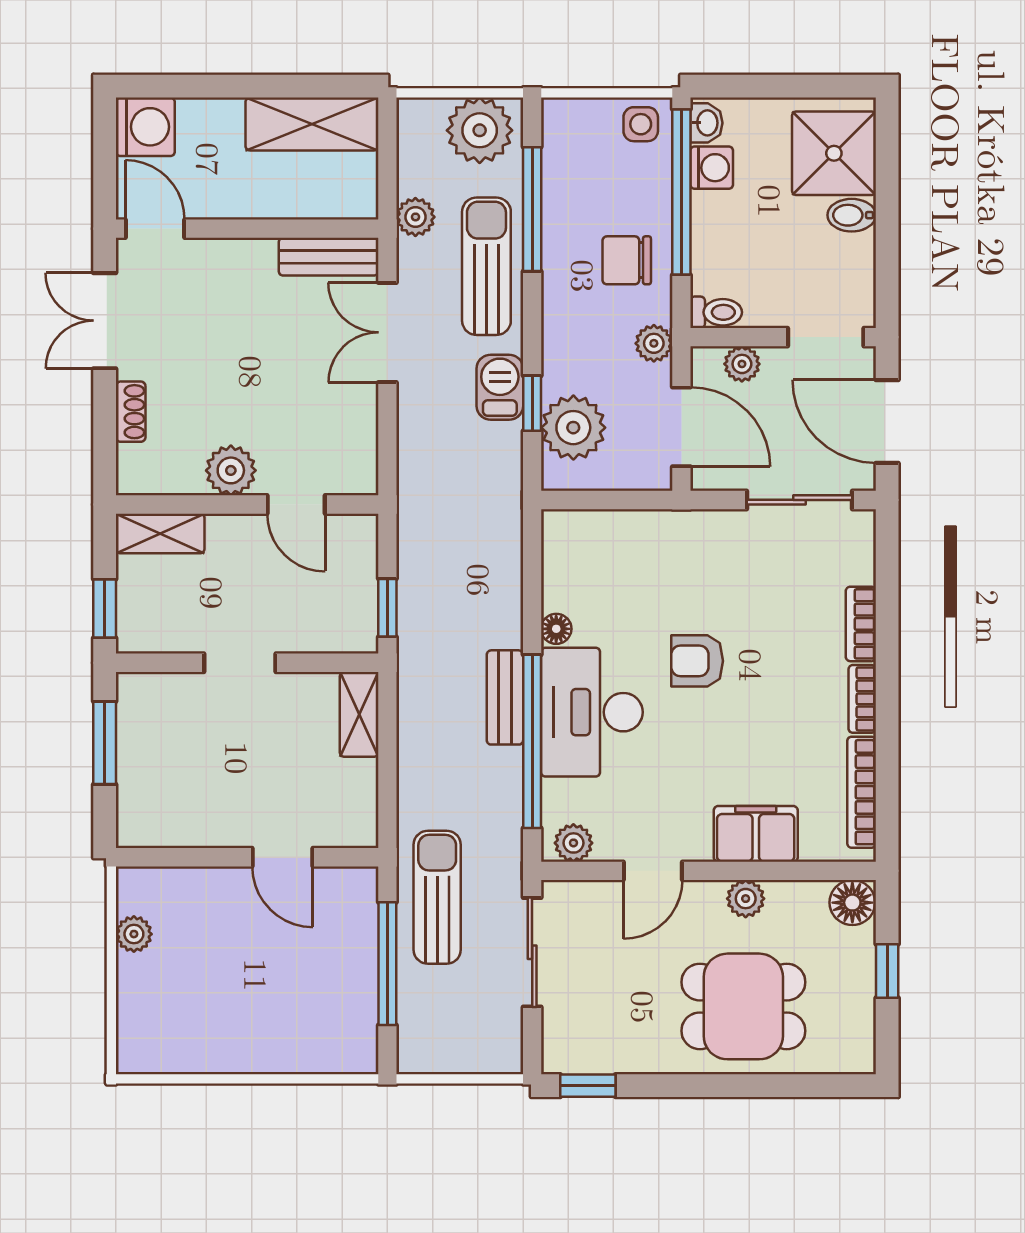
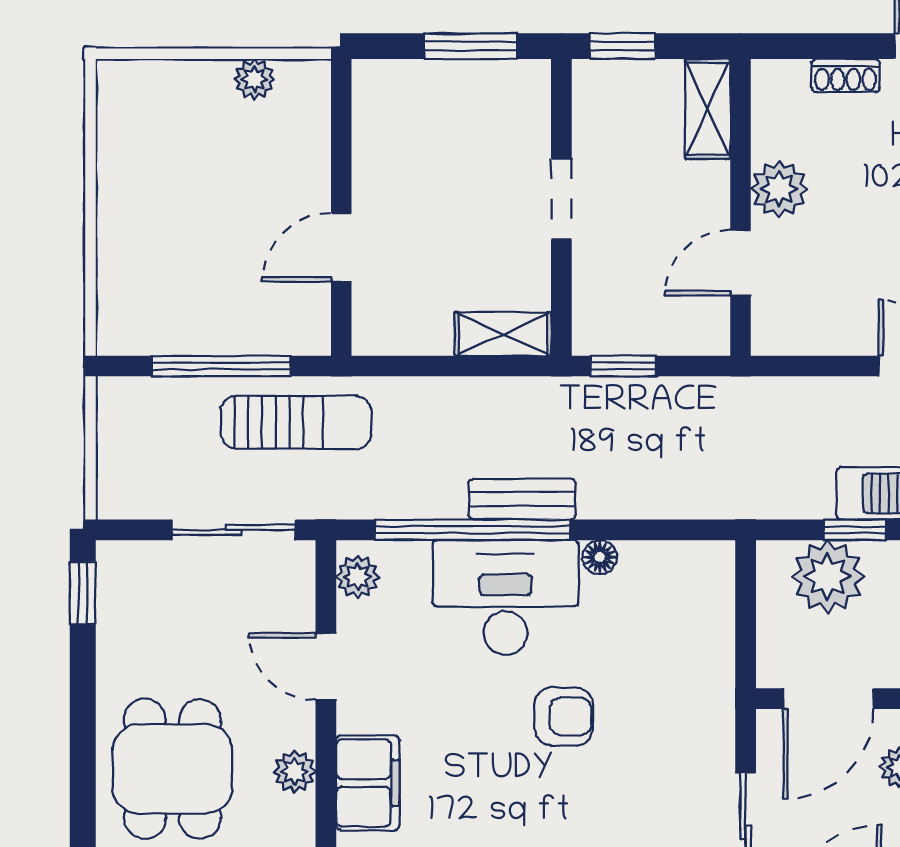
armchair: (697, 661) -> (564, 717), turned 90

